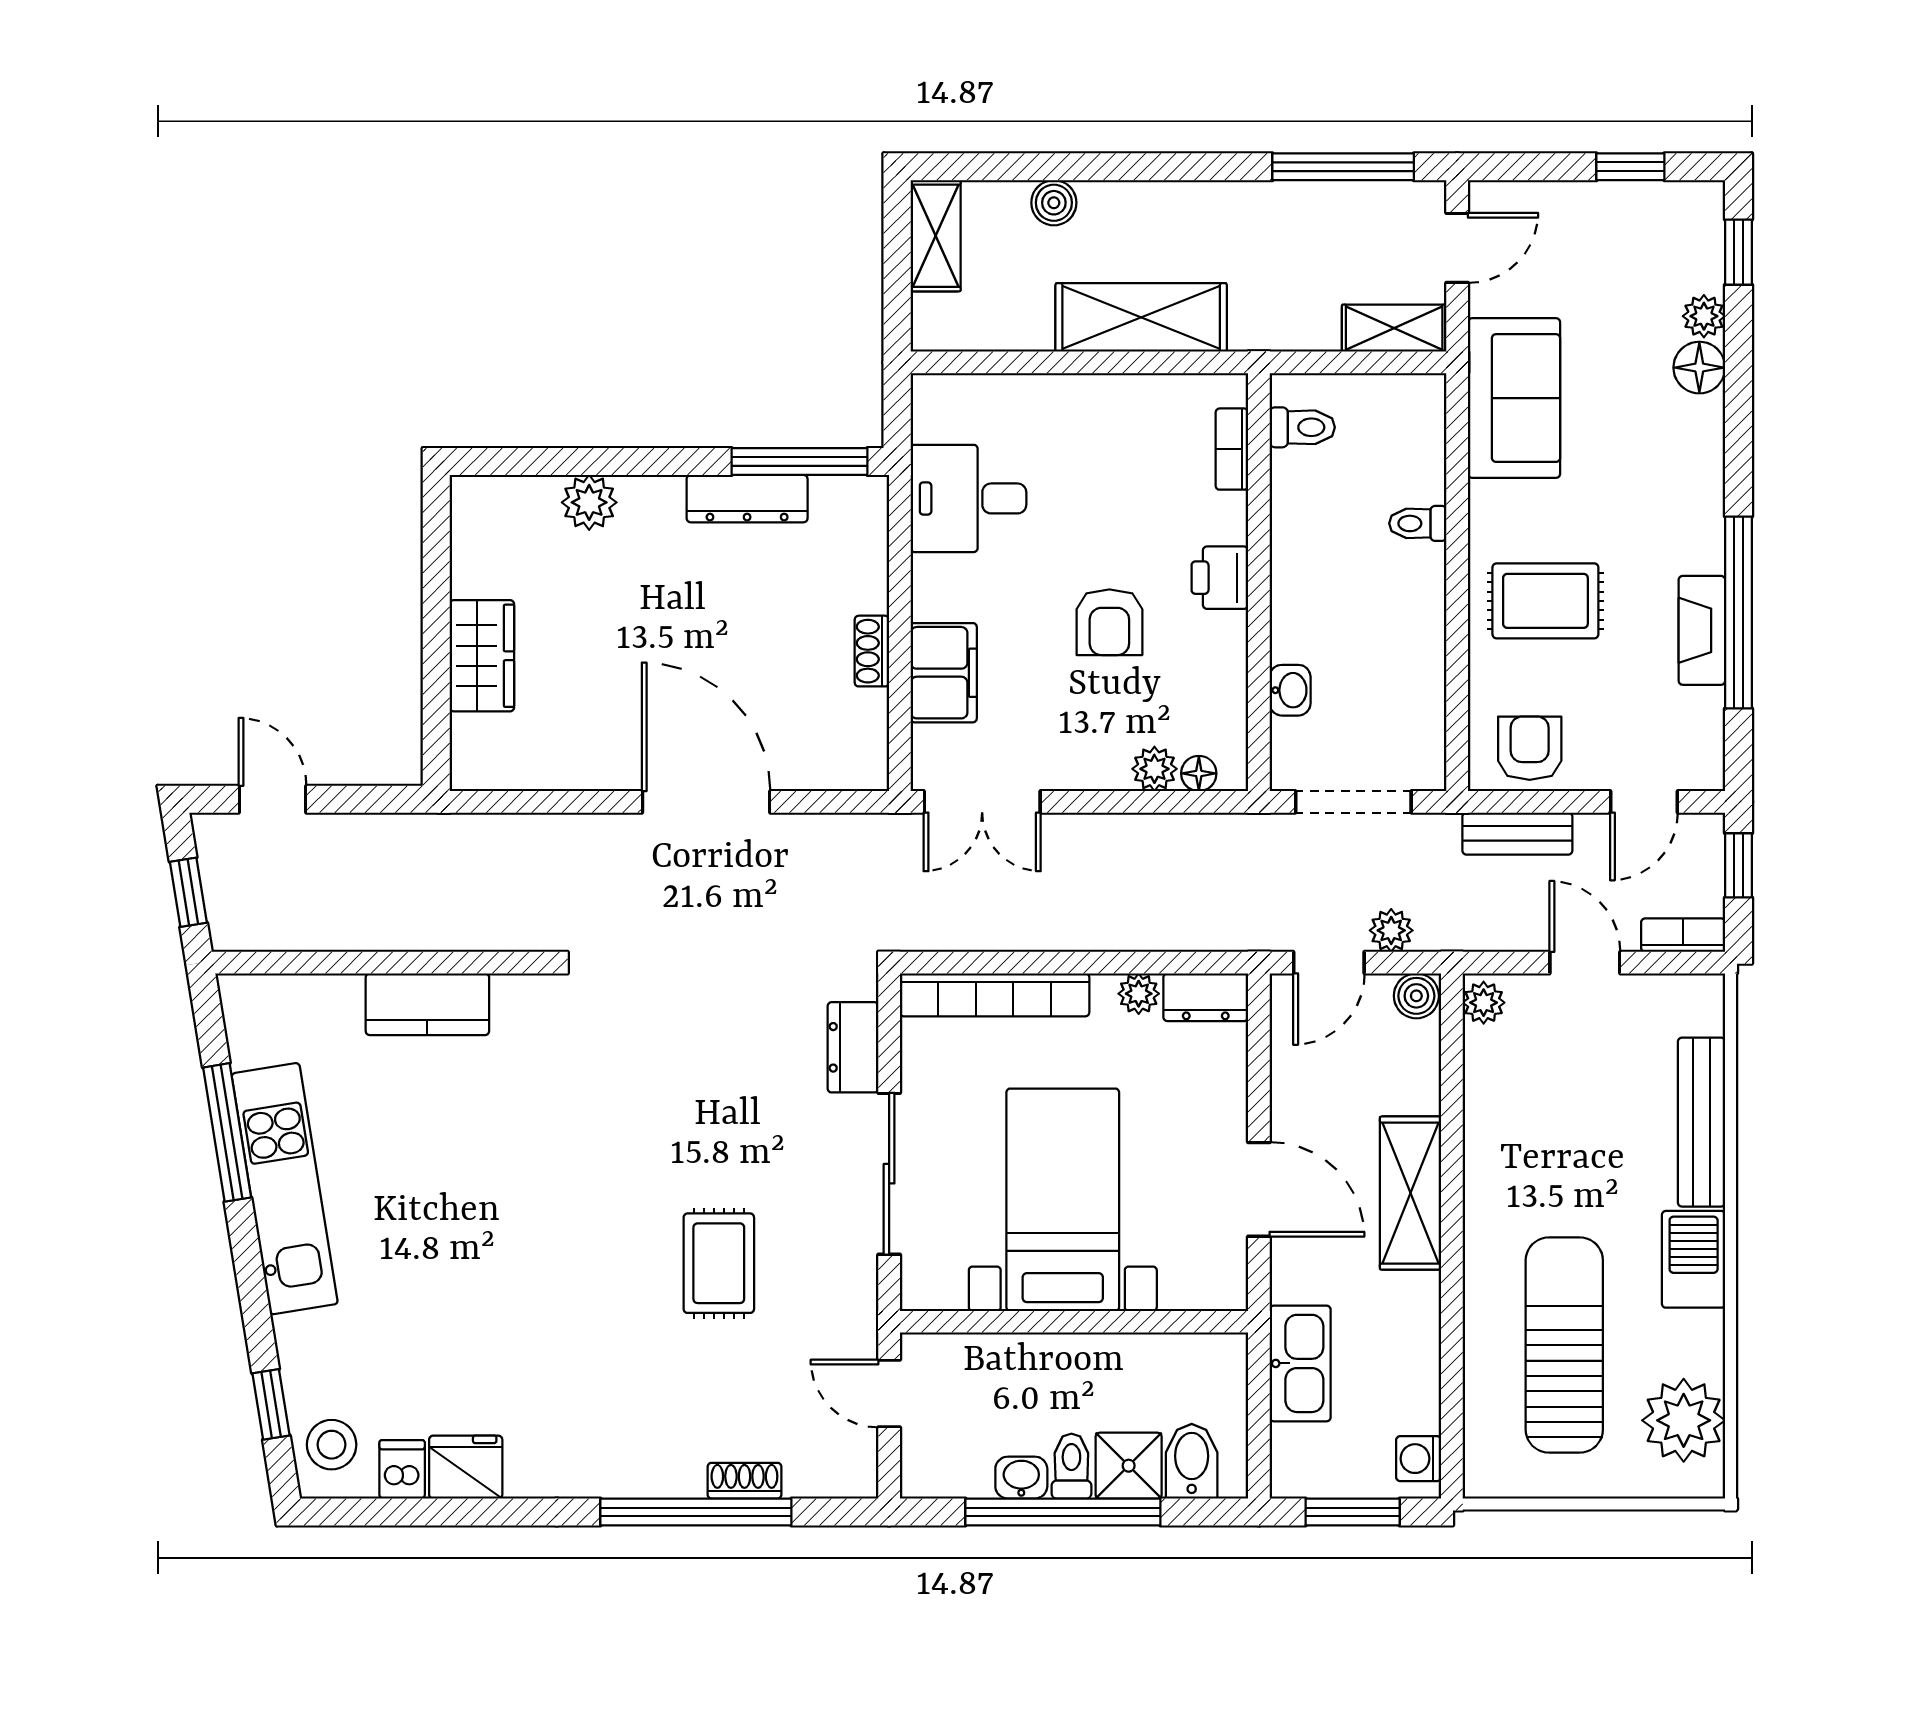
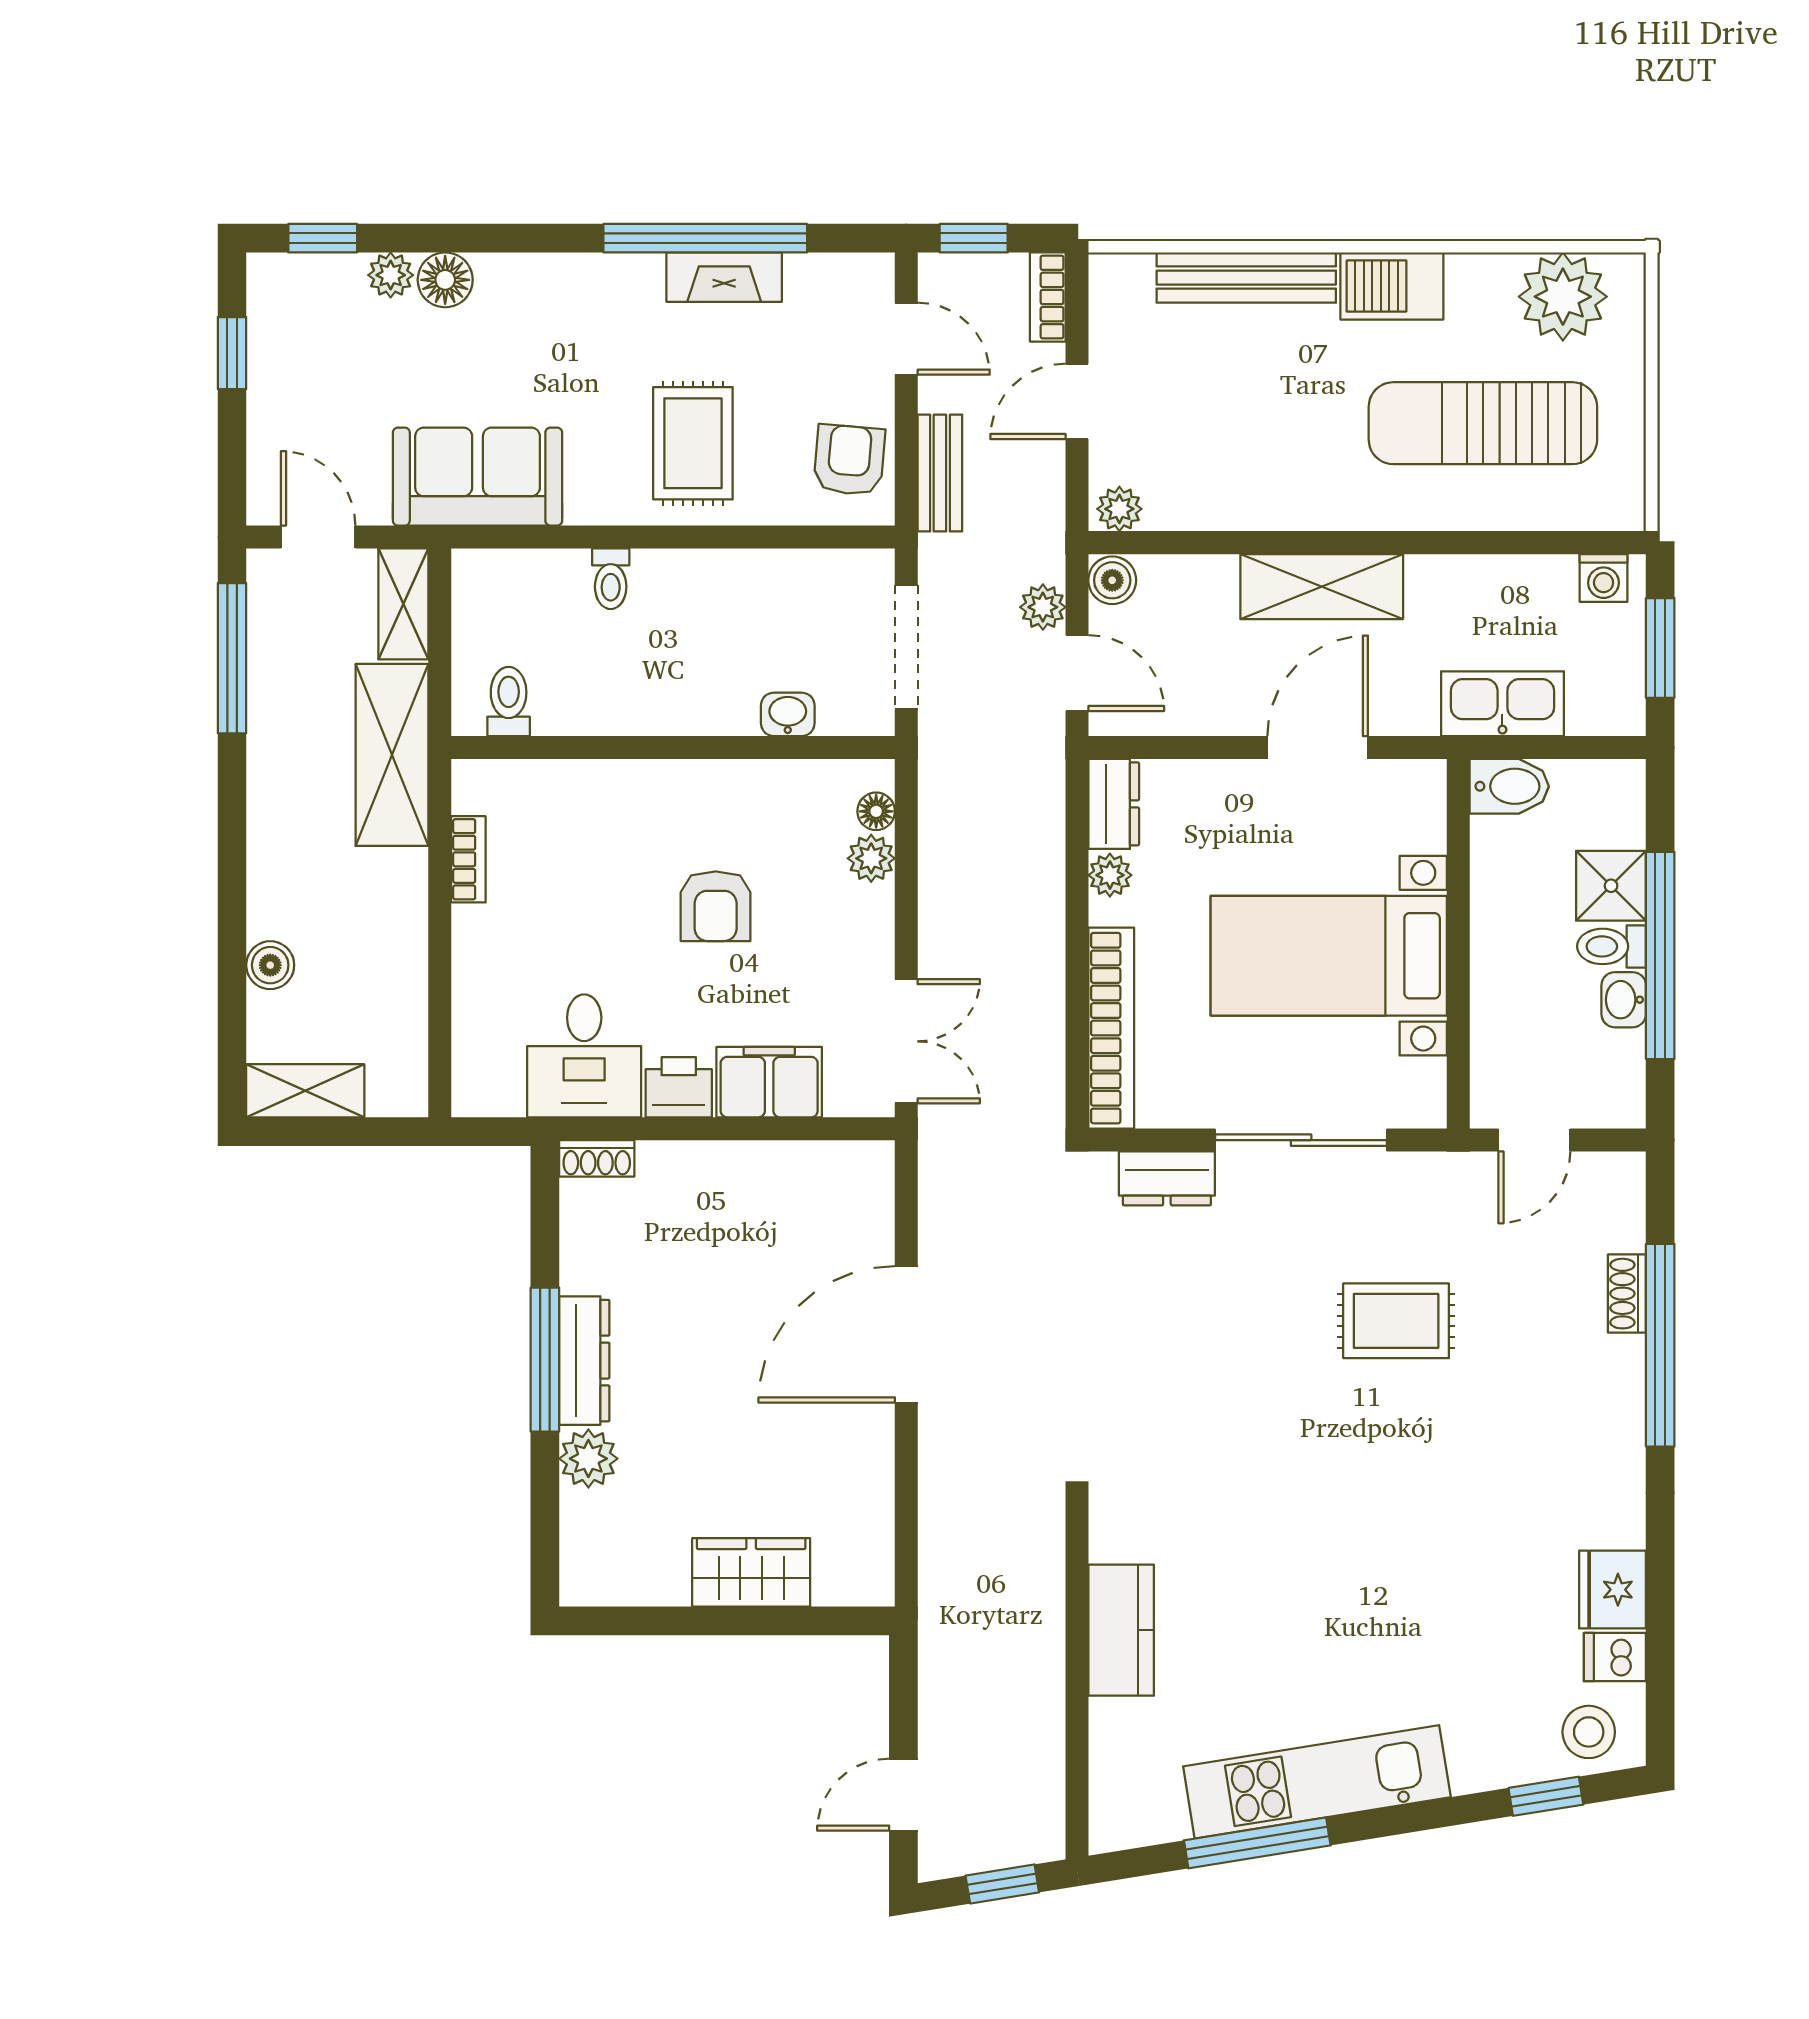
shelving: (1141, 317) -> (392, 755), moved
bookcase: (1232, 449) -> (468, 859), moved, turned -90
window: (799, 462) -> (545, 1360), moved
dresser: (747, 499) -> (584, 1361), moved
printer: (1220, 578) -> (679, 1087), moved, turned 180
armchair: (1109, 622) -> (716, 906), turned 90
shoe rack: (872, 651) -> (597, 1158), moved
armchair: (1530, 748) -> (849, 460), turned 95
bidet: (1192, 1461) -> (1509, 786), moved, turned 180

